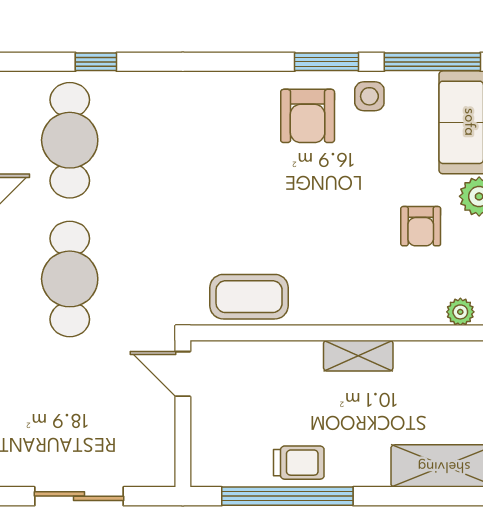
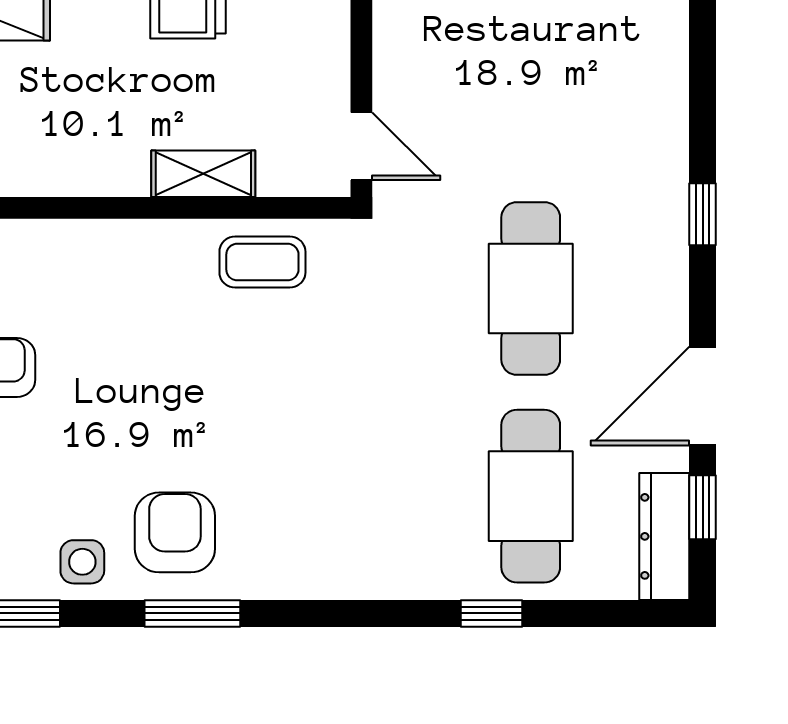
window: (327, 62) -> (192, 613), moved
coffee table: (249, 297) -> (262, 262), width x0.73, depth x0.77
shelving: (358, 356) -> (203, 174), moved

